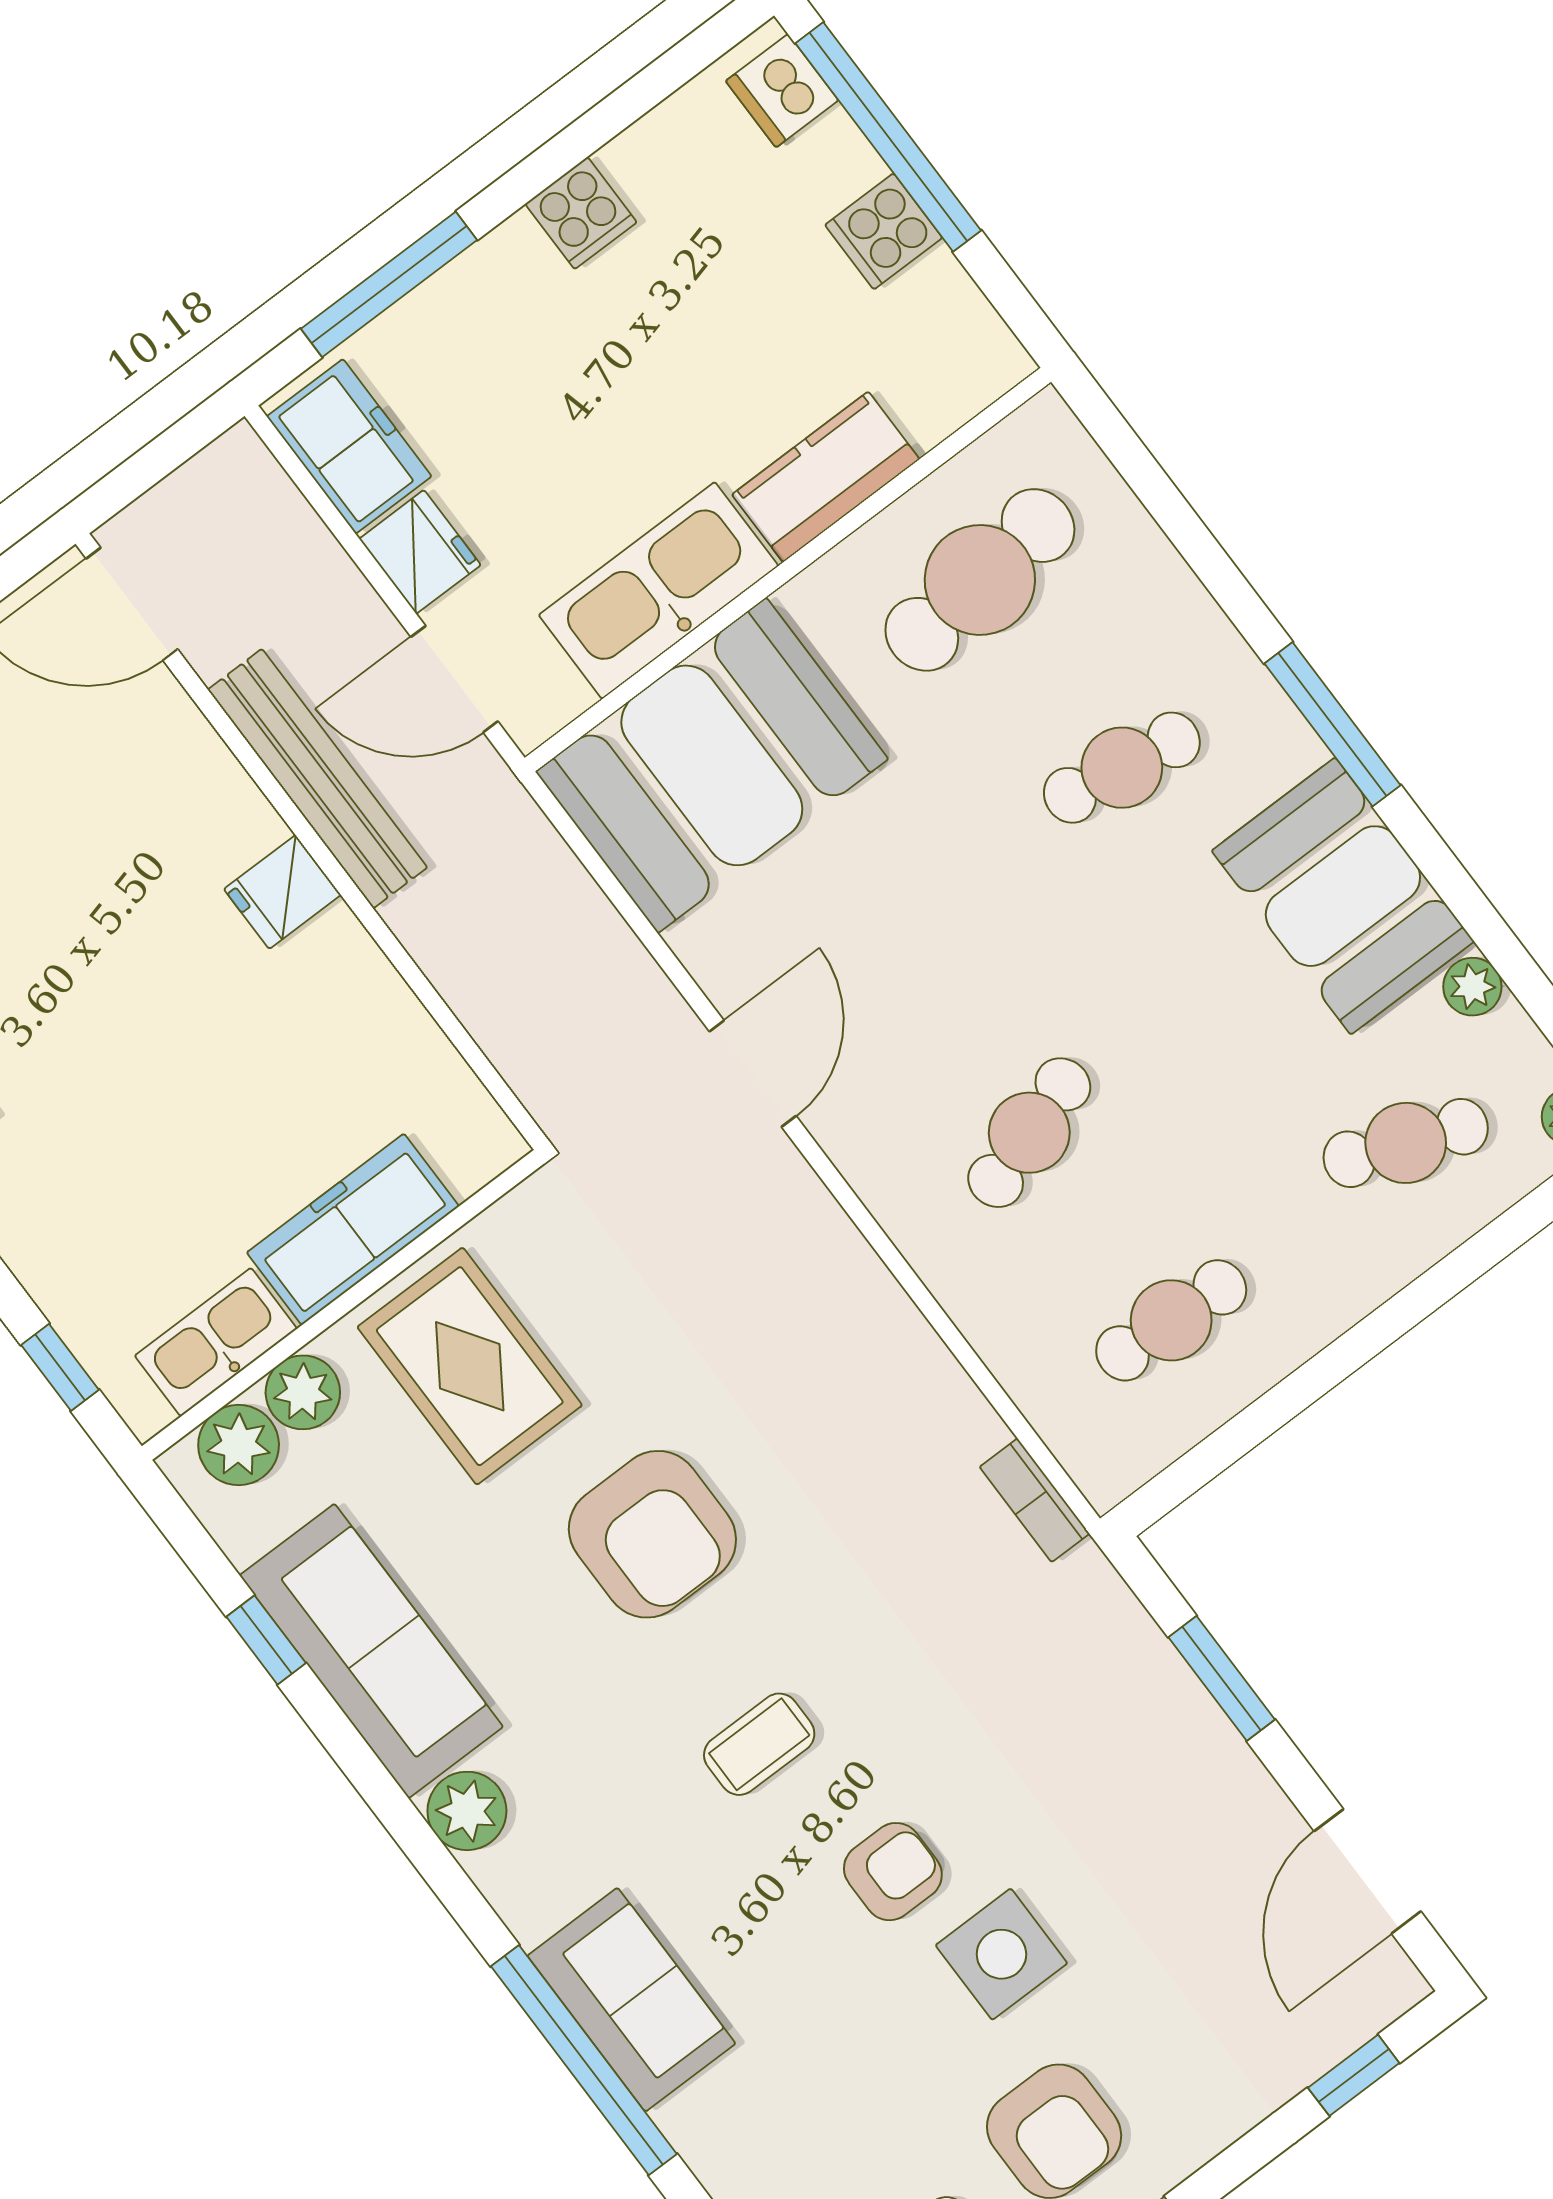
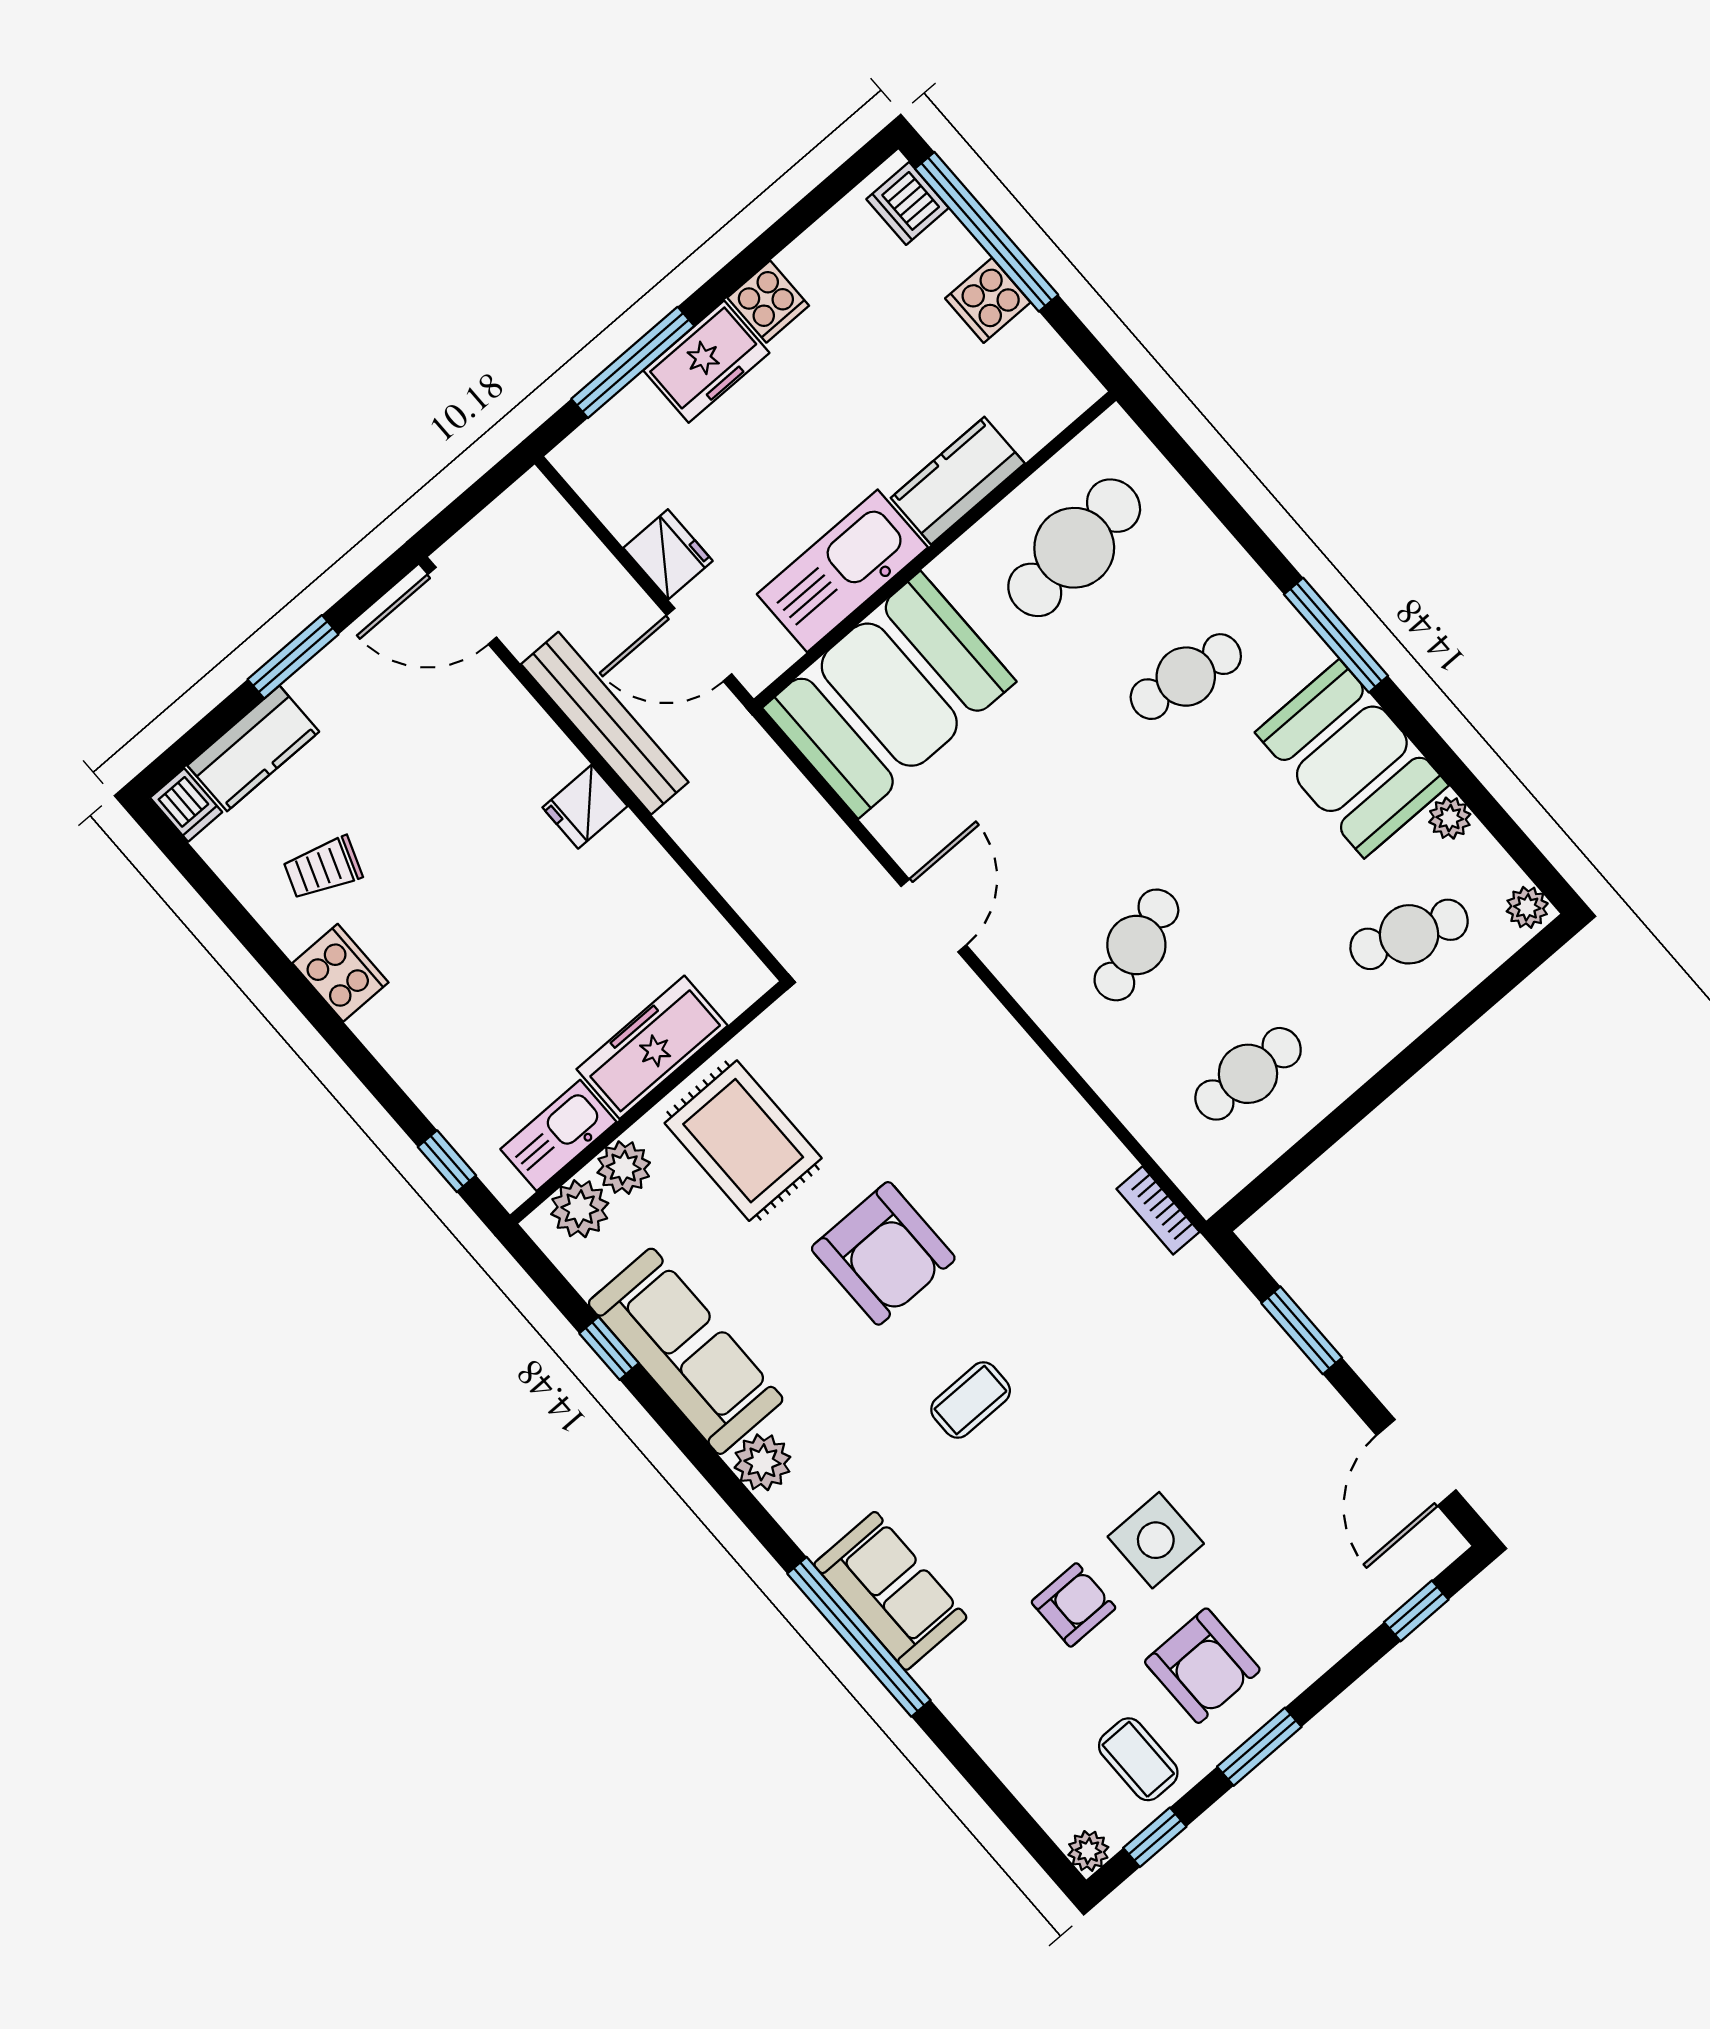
freezer: (349, 446) -> (706, 362), moved, turned 90
armchair: (893, 1872) -> (1074, 1605), moved

